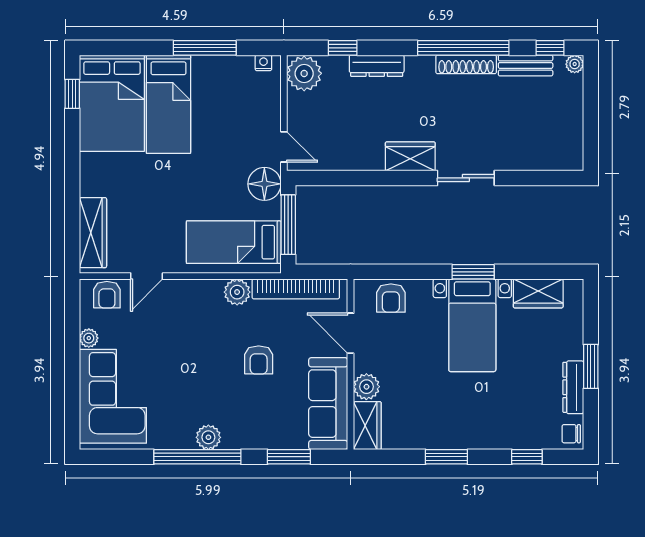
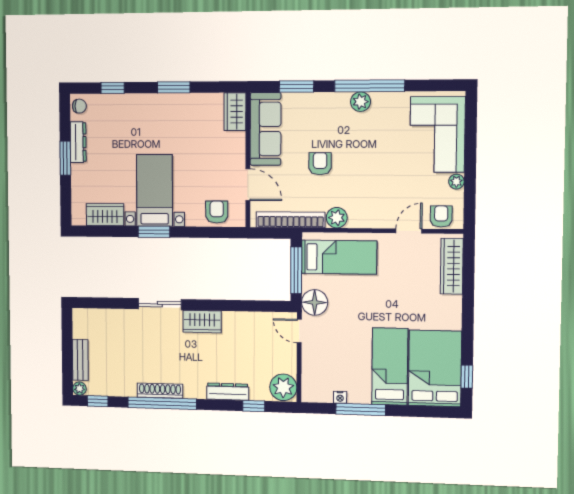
nightstand: (263, 63) -> (340, 397), moved
bench: (526, 65) -> (80, 360), moved, turned 90
plant: (366, 387) -> (236, 142), removed

